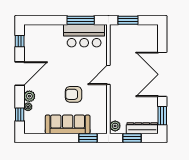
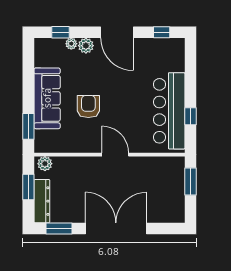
window: (81, 20) -> (190, 116), width x0.46
bar counter: (84, 36) -> (169, 111), width x1.36

